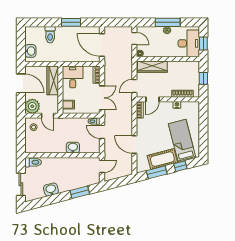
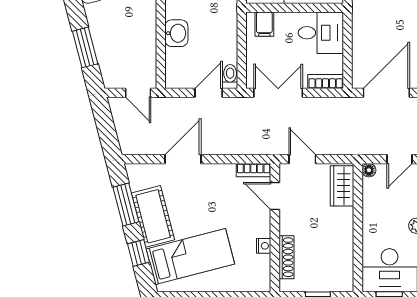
wardrobe: (152, 67) -> (342, 186), width x0.67
double door: (102, 98) -> (278, 93), swing flipped

